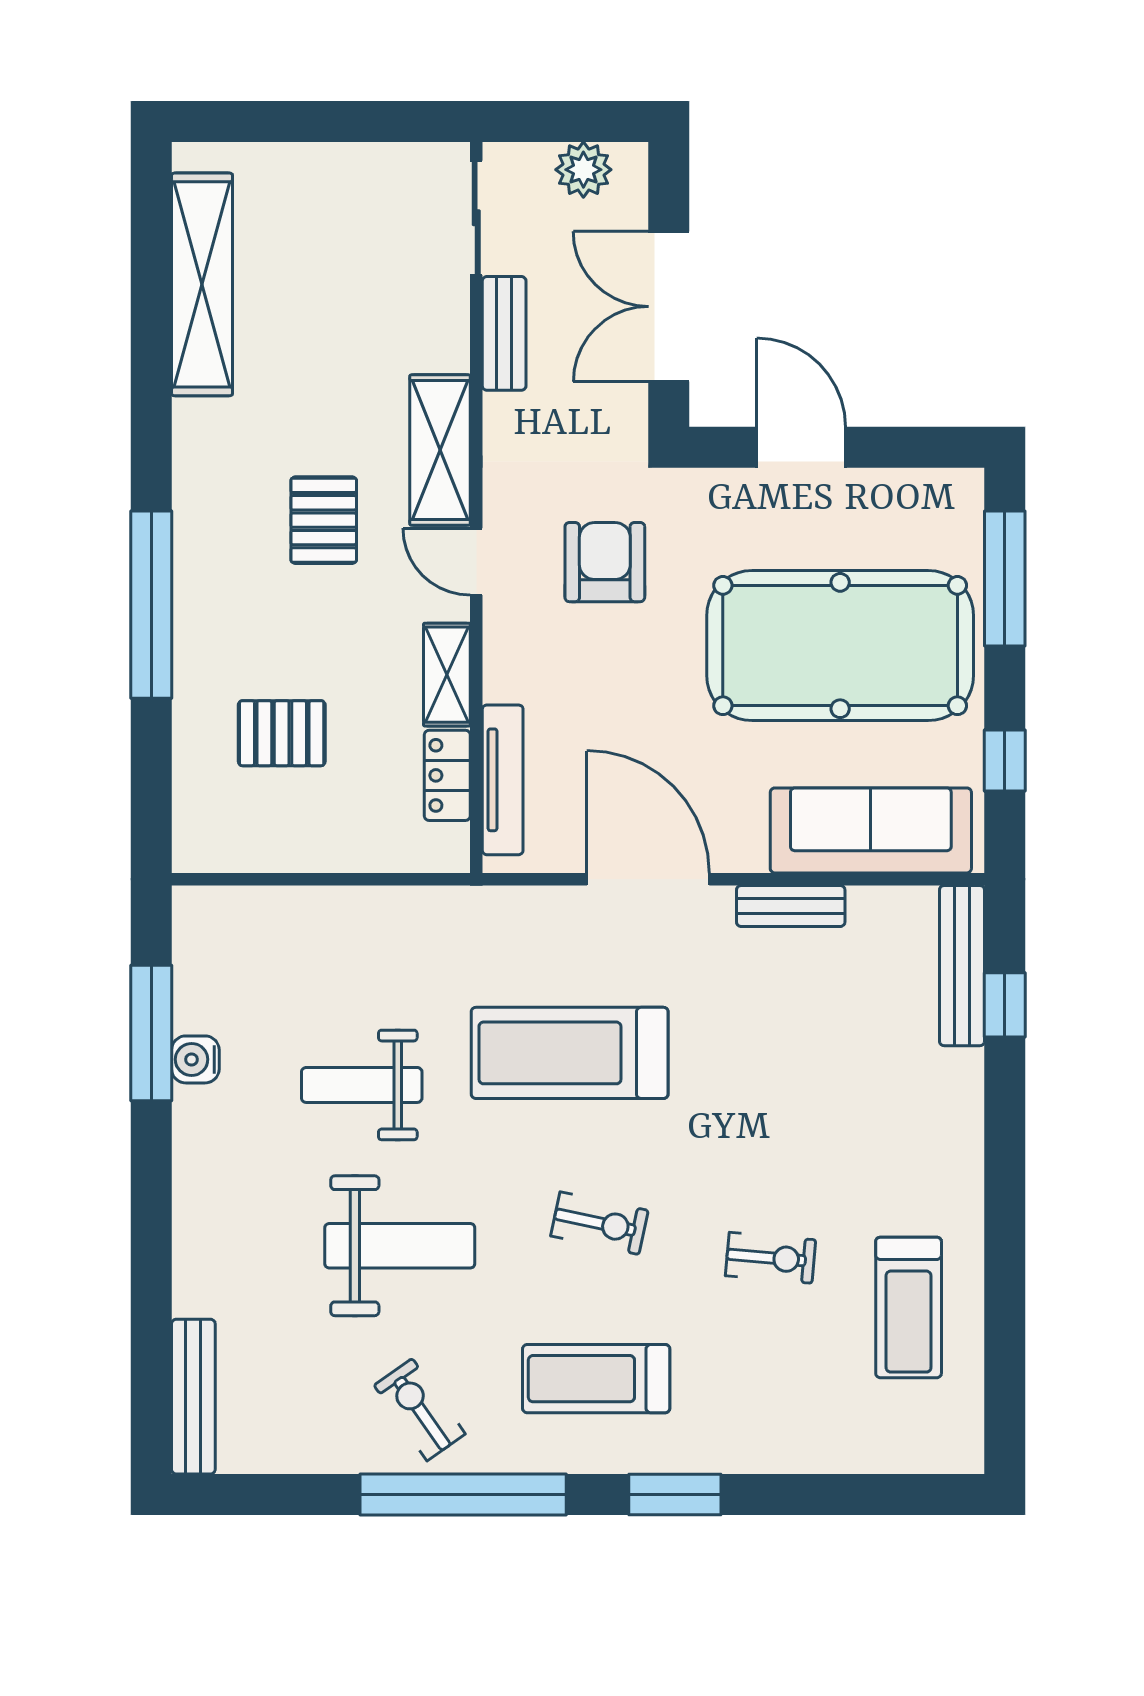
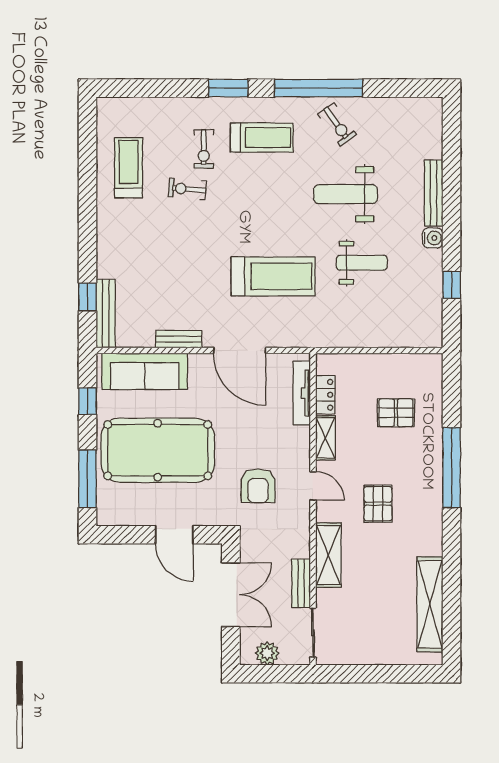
shelving: (440, 450) -> (328, 555), moved
window: (151, 1033) -> (452, 285), width x0.46
water cooler: (195, 1059) -> (433, 238), moved
exercise bike: (599, 1223) -> (204, 149), moved, turned -102
bench: (193, 1397) -> (434, 193), moved

